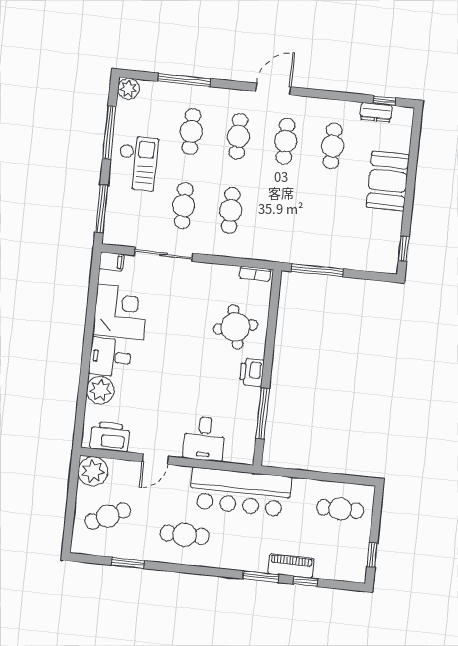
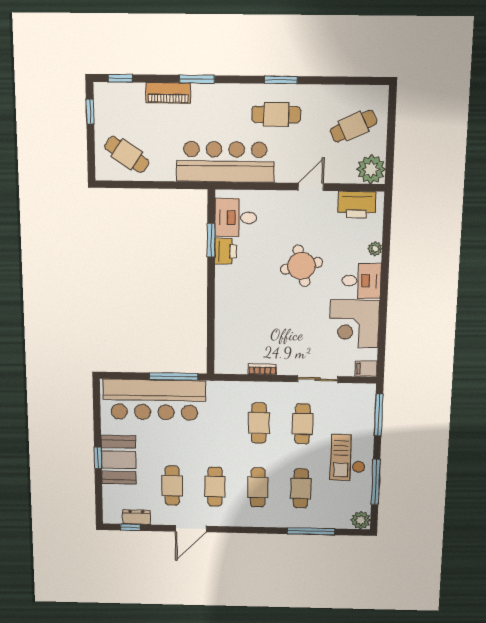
door: (273, 89) -> (191, 529), moved
bar counter: (341, 246) -> (154, 400), added
window: (404, 249) -> (98, 458), moved
sliding door: (164, 254) -> (318, 379), width x0.73
bookcase: (255, 274) -> (262, 369), moved
round table: (235, 327) -> (301, 266), moved
printer: (252, 372) -> (226, 251), moved
plant: (100, 390) -> (375, 249), width x0.53, depth x0.53
window: (263, 413) -> (211, 240), width x0.69
desk: (204, 439) -> (236, 218), moved, turned -90
cafe table: (340, 509) -> (127, 154), turned 34
window: (128, 563) -> (281, 80), moved
window: (306, 581) -> (120, 78), moved

